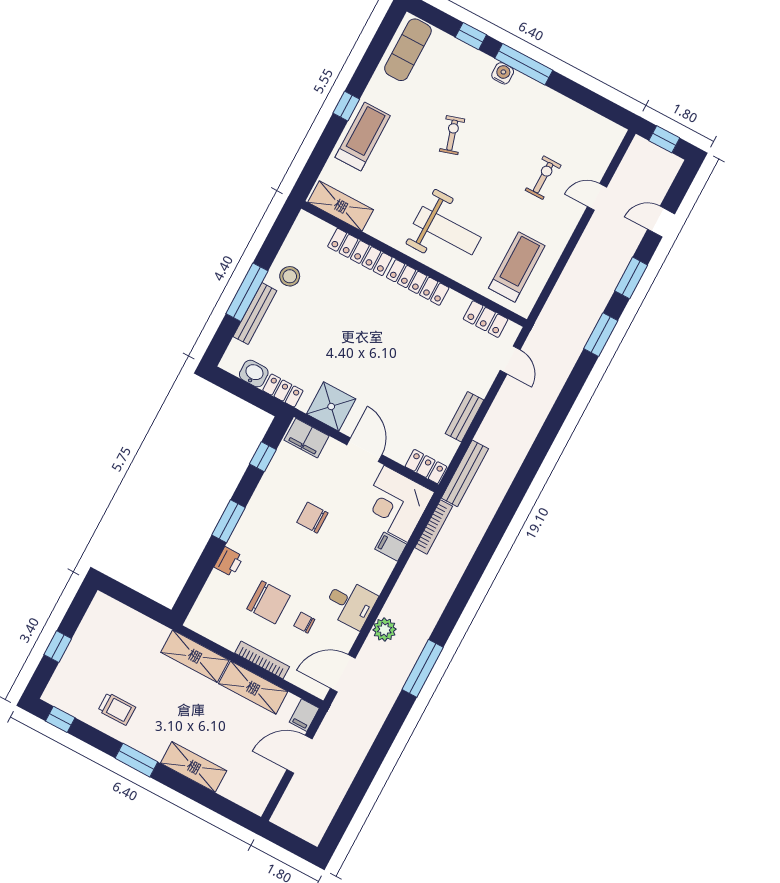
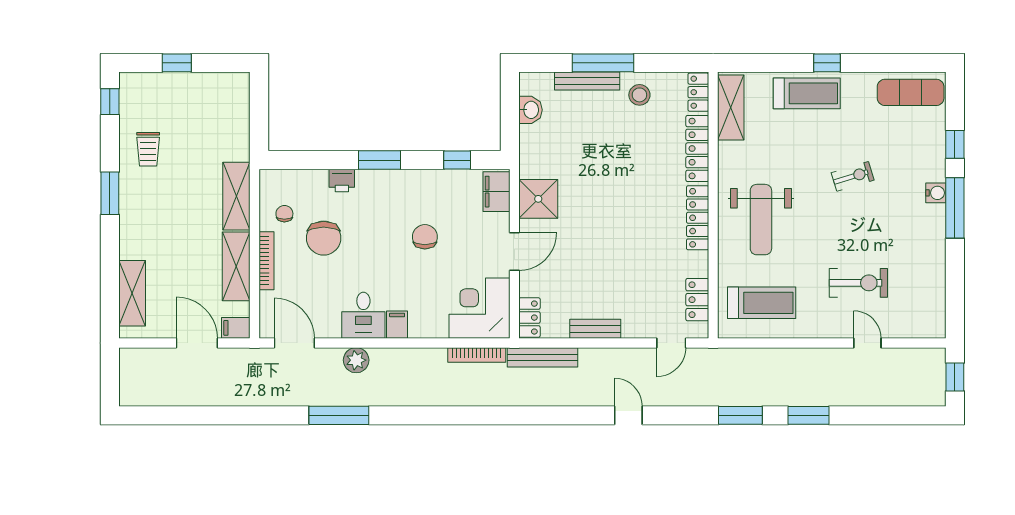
exercise bike: (543, 178) -> (858, 283), width x1.38, depth x1.39
door: (661, 222) -> (628, 415), moved
locker: (283, 391) -> (698, 92), moved, turned 180
filing cabinet: (391, 547) -> (397, 325), moved
chair: (304, 623) -> (284, 214), moved
shelving: (194, 767) -> (132, 293), moved

